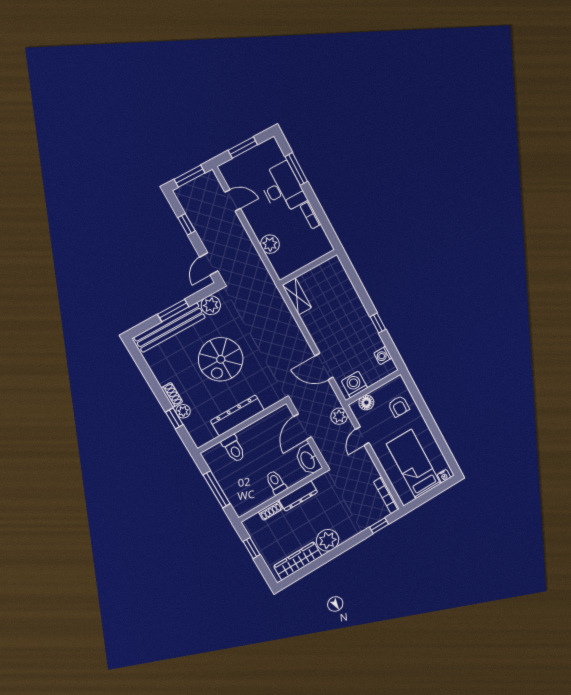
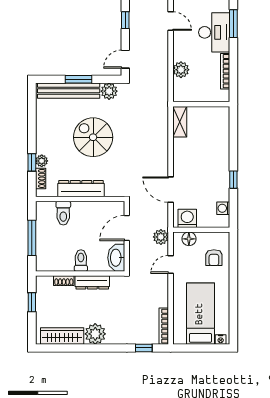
bookcase: (310, 215) -> (225, 71), width x1.56
spiral stairs: (221, 359) -> (93, 137), turned 90
shoe rack: (172, 395) -> (41, 178), moved

